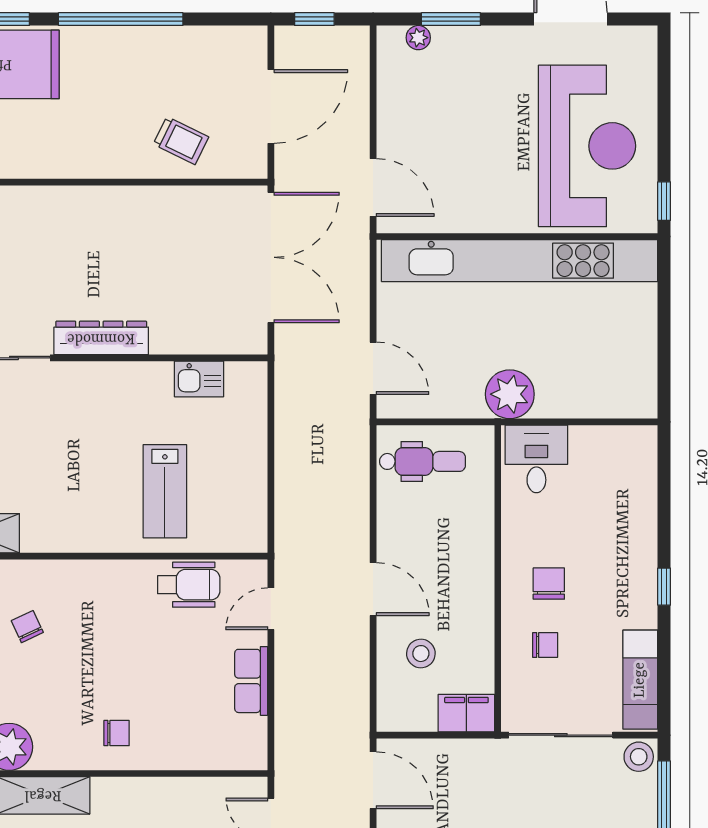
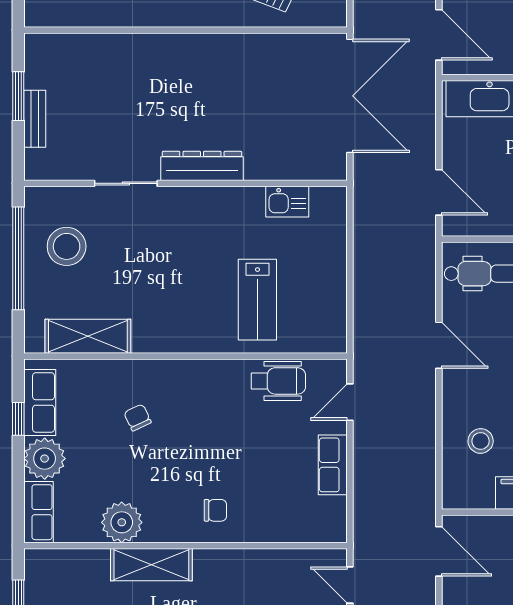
door: (373, 589) -> (439, 345), moved

